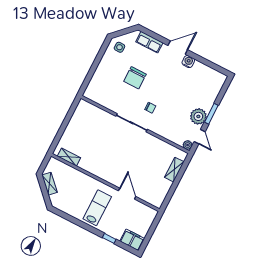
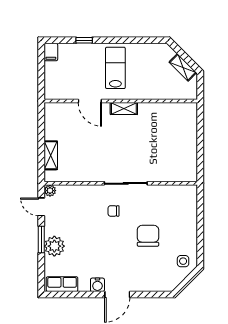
row of seats: (149, 42) -> (62, 284), moved
plant: (198, 116) -> (54, 246), moved
shelving: (69, 157) -> (124, 109), moved
lab bench: (97, 208) -> (115, 68), turned 180
filing cabinet: (132, 240) -> (51, 52), width x0.50

